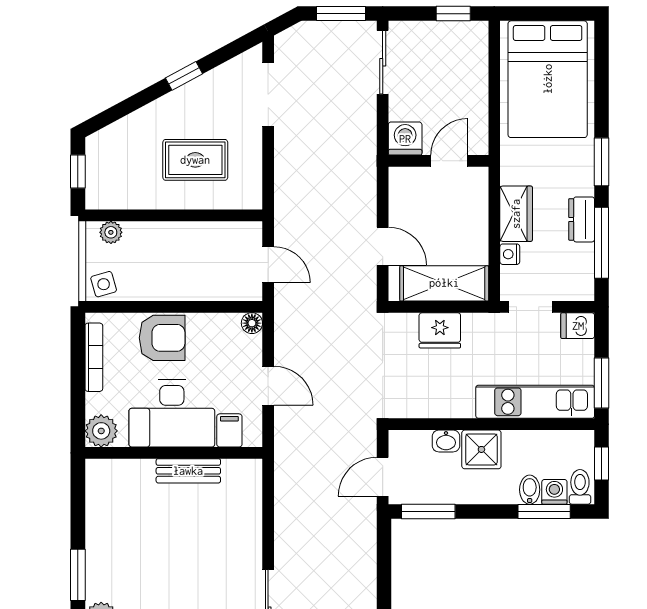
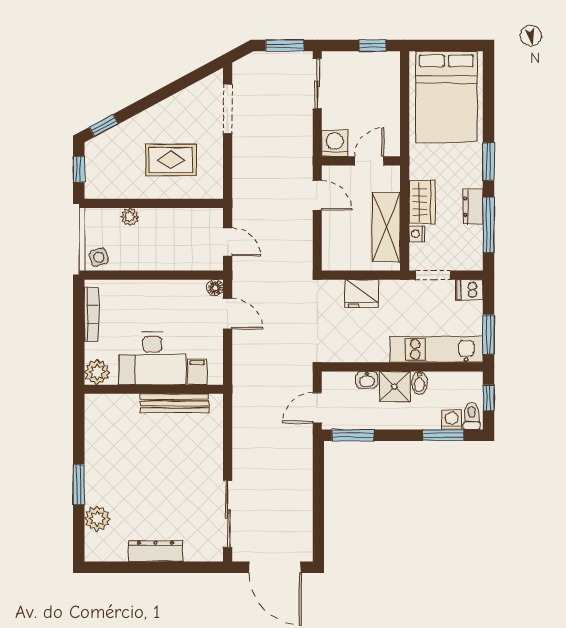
window: (184, 76) -> (104, 126), moved
plant: (111, 232) -> (130, 217), moved
door: (383, 246) -> (317, 195), moved
shelving: (444, 283) -> (386, 227), moved, turned 90
armchair: (162, 338) -> (145, 299), removed
door: (268, 386) -> (228, 314), moved
bench: (188, 471) -> (174, 403), width x1.36
bidet: (530, 490) -> (419, 383), moved, turned 180

